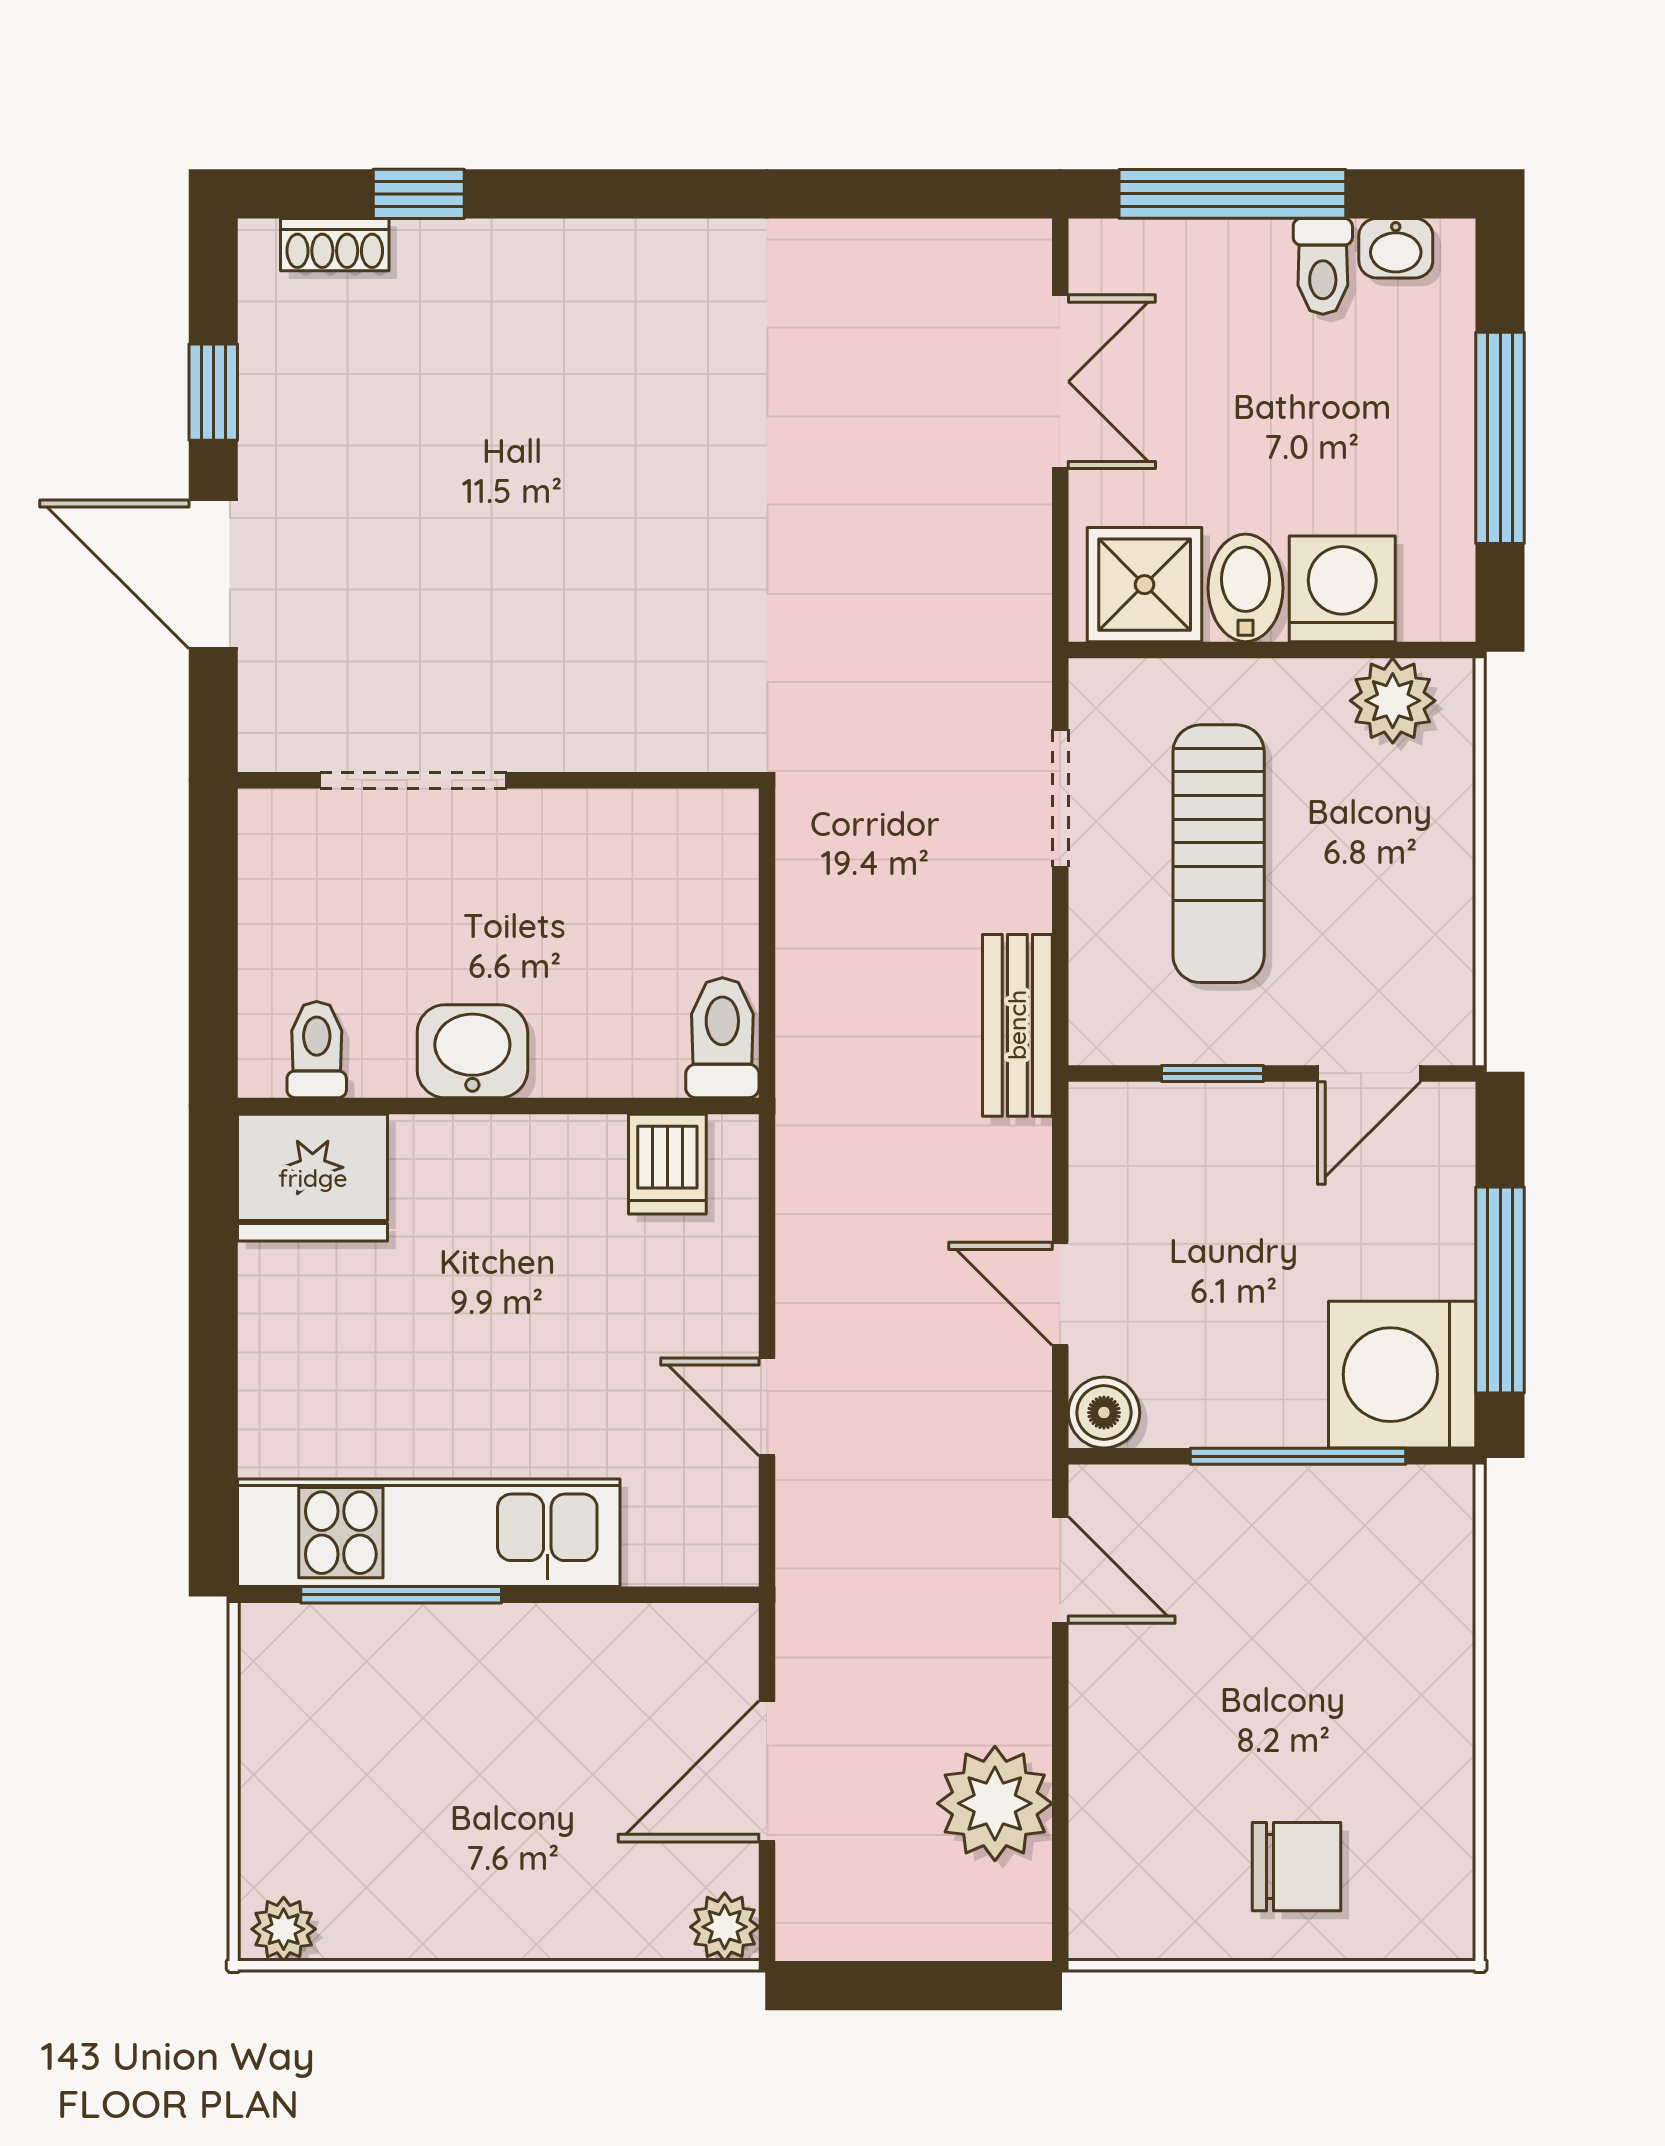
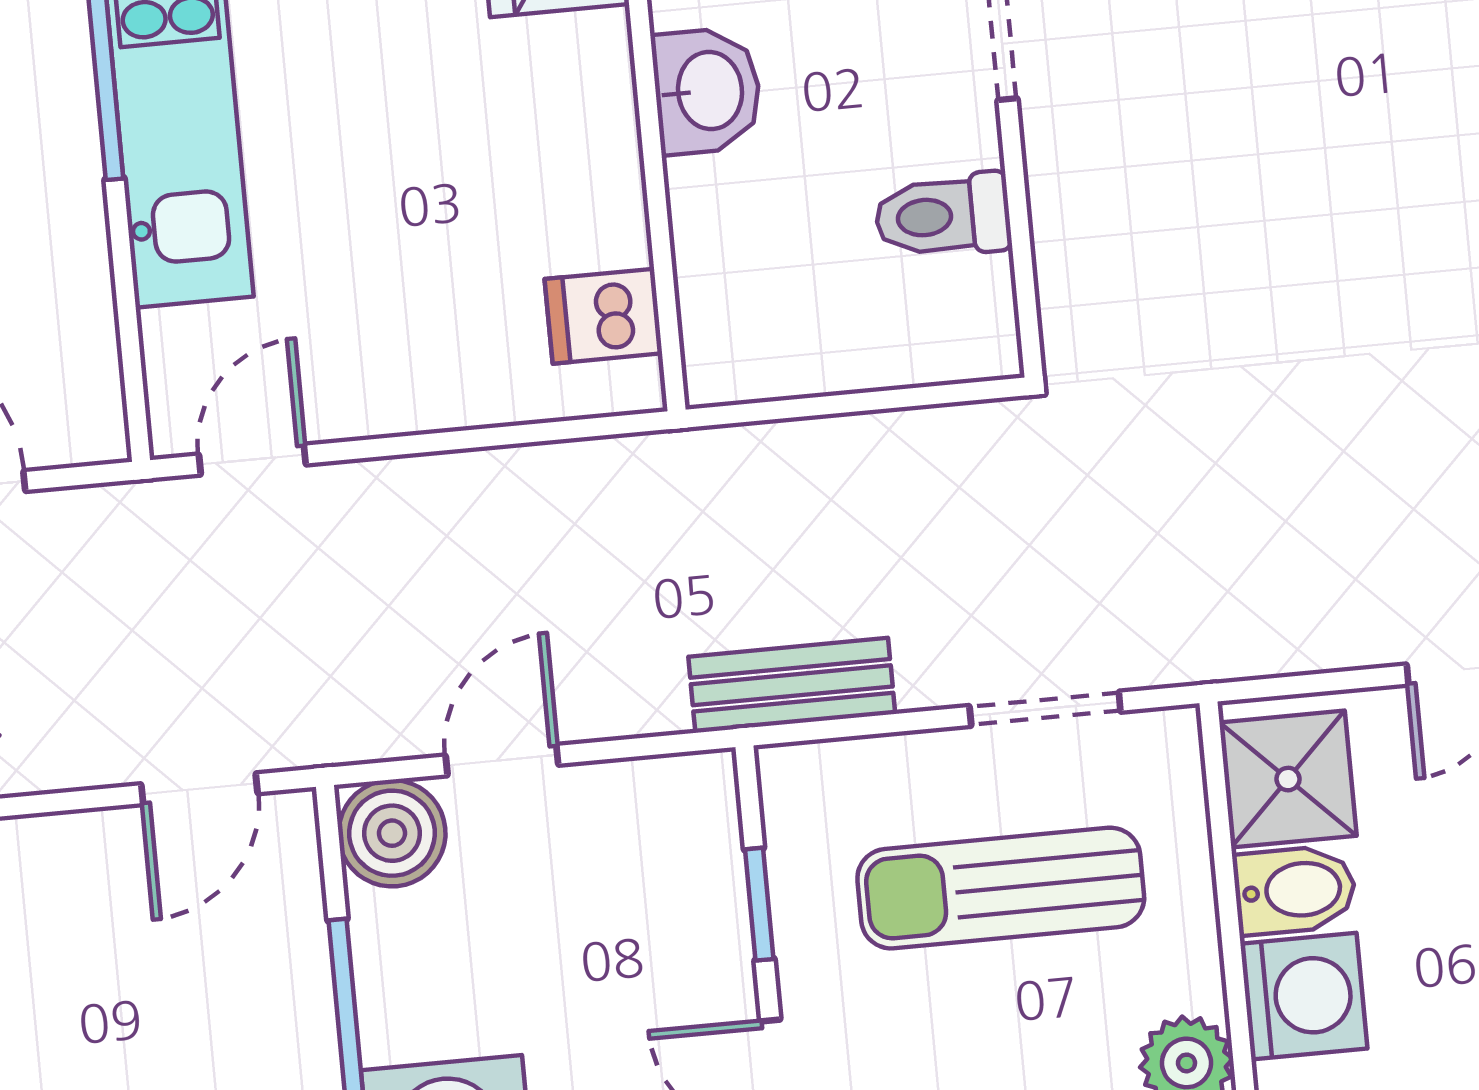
toilet: (722, 1038) -> (943, 216), moved, turned 180
door: (767, 1407) -> (252, 460), moved
boiler: (1104, 1413) -> (392, 833), width x1.36, depth x1.36

